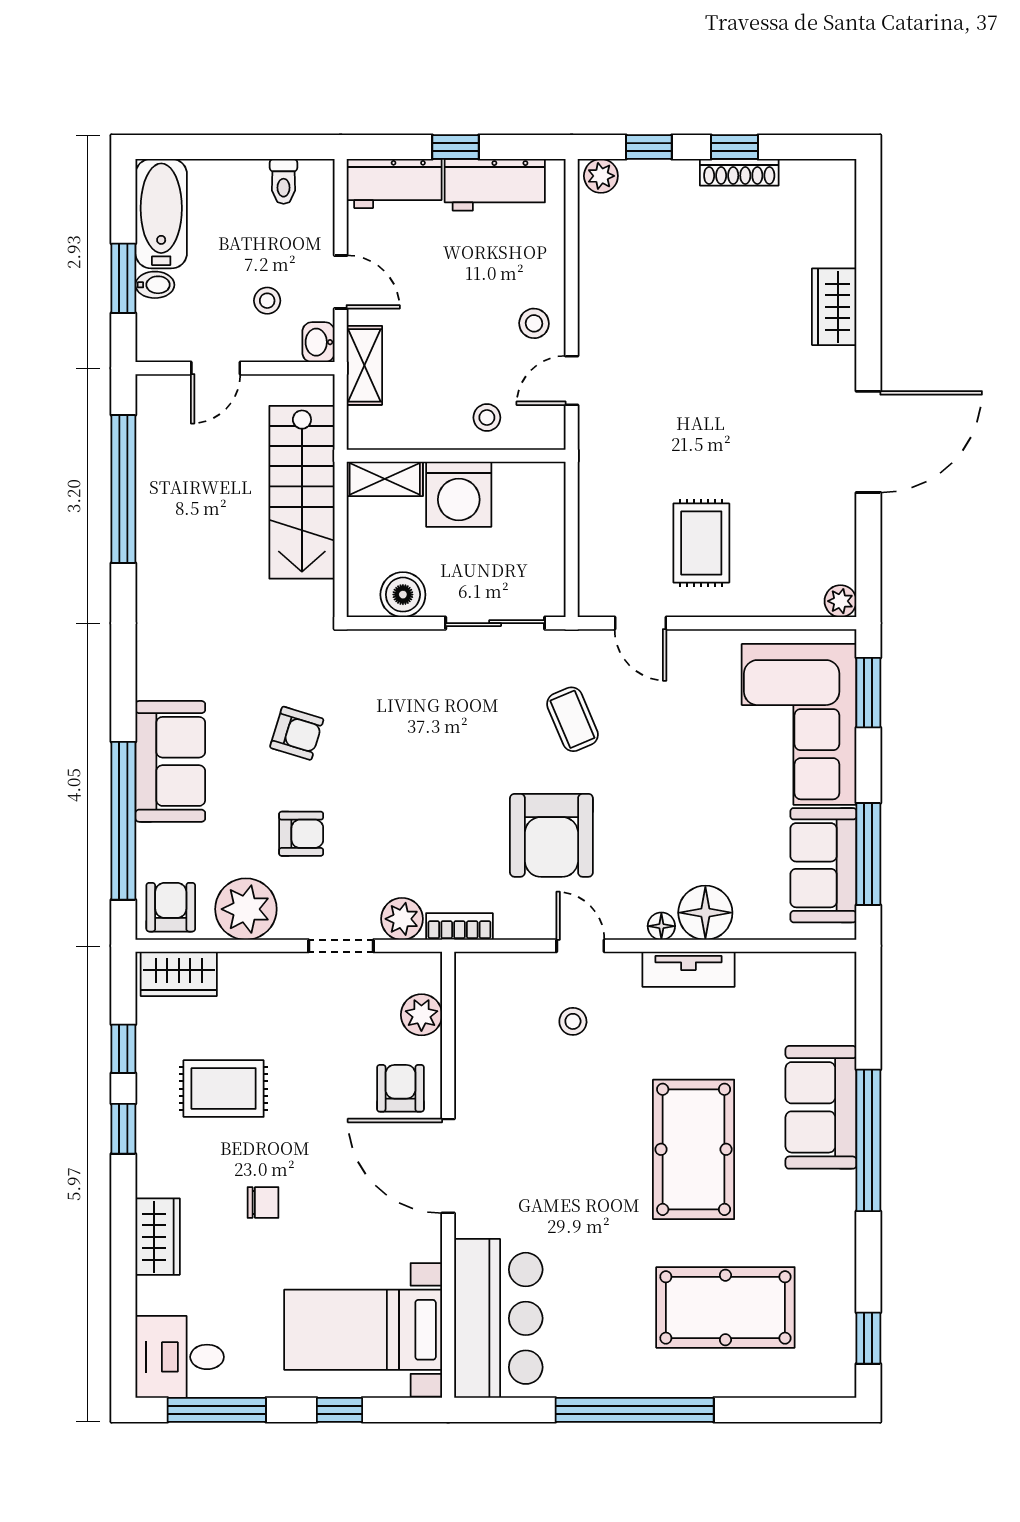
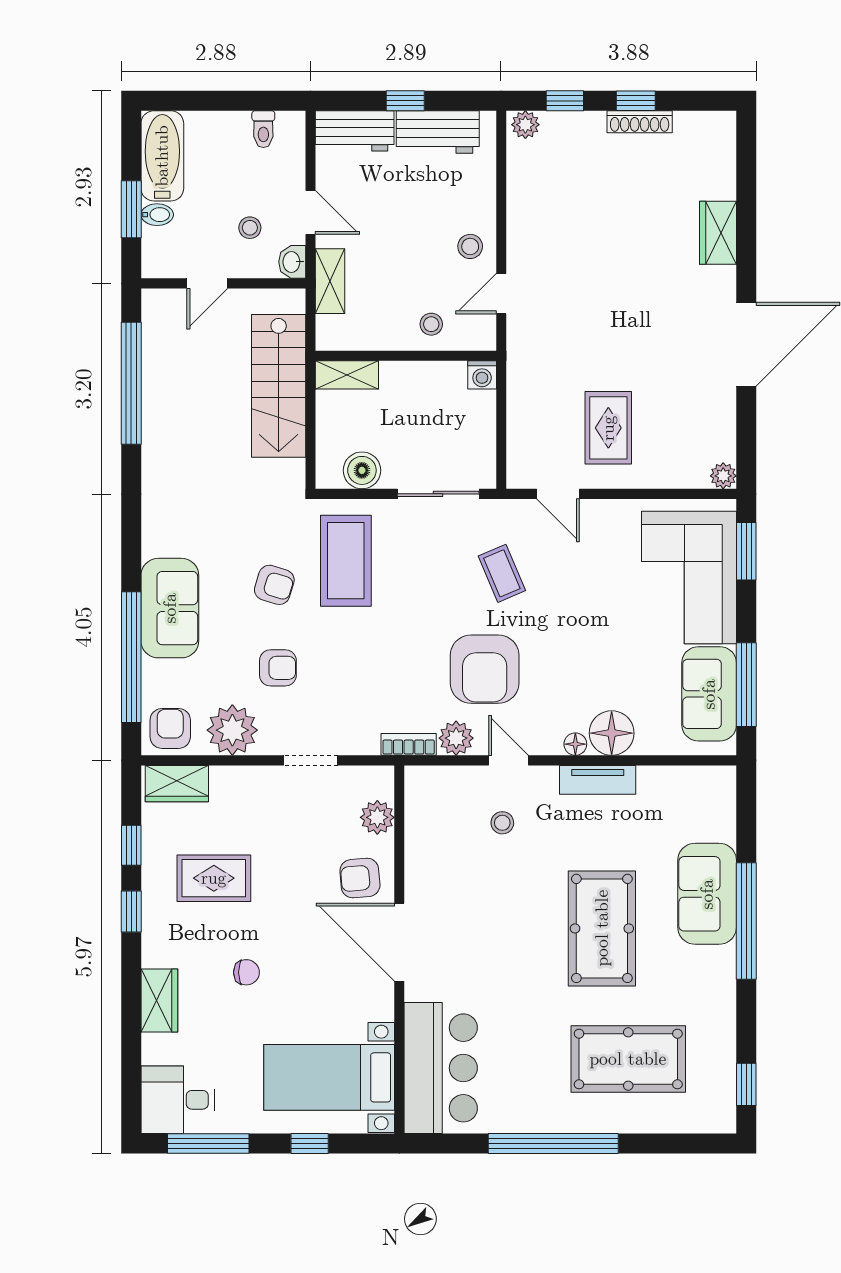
washing machine: (459, 494) -> (482, 375), moved, width x0.53, depth x0.53
coffee table: (383, 704) -> (346, 561), added
plant: (402, 919) -> (456, 738), moved
armchair: (400, 1088) -> (360, 878), turned -95

